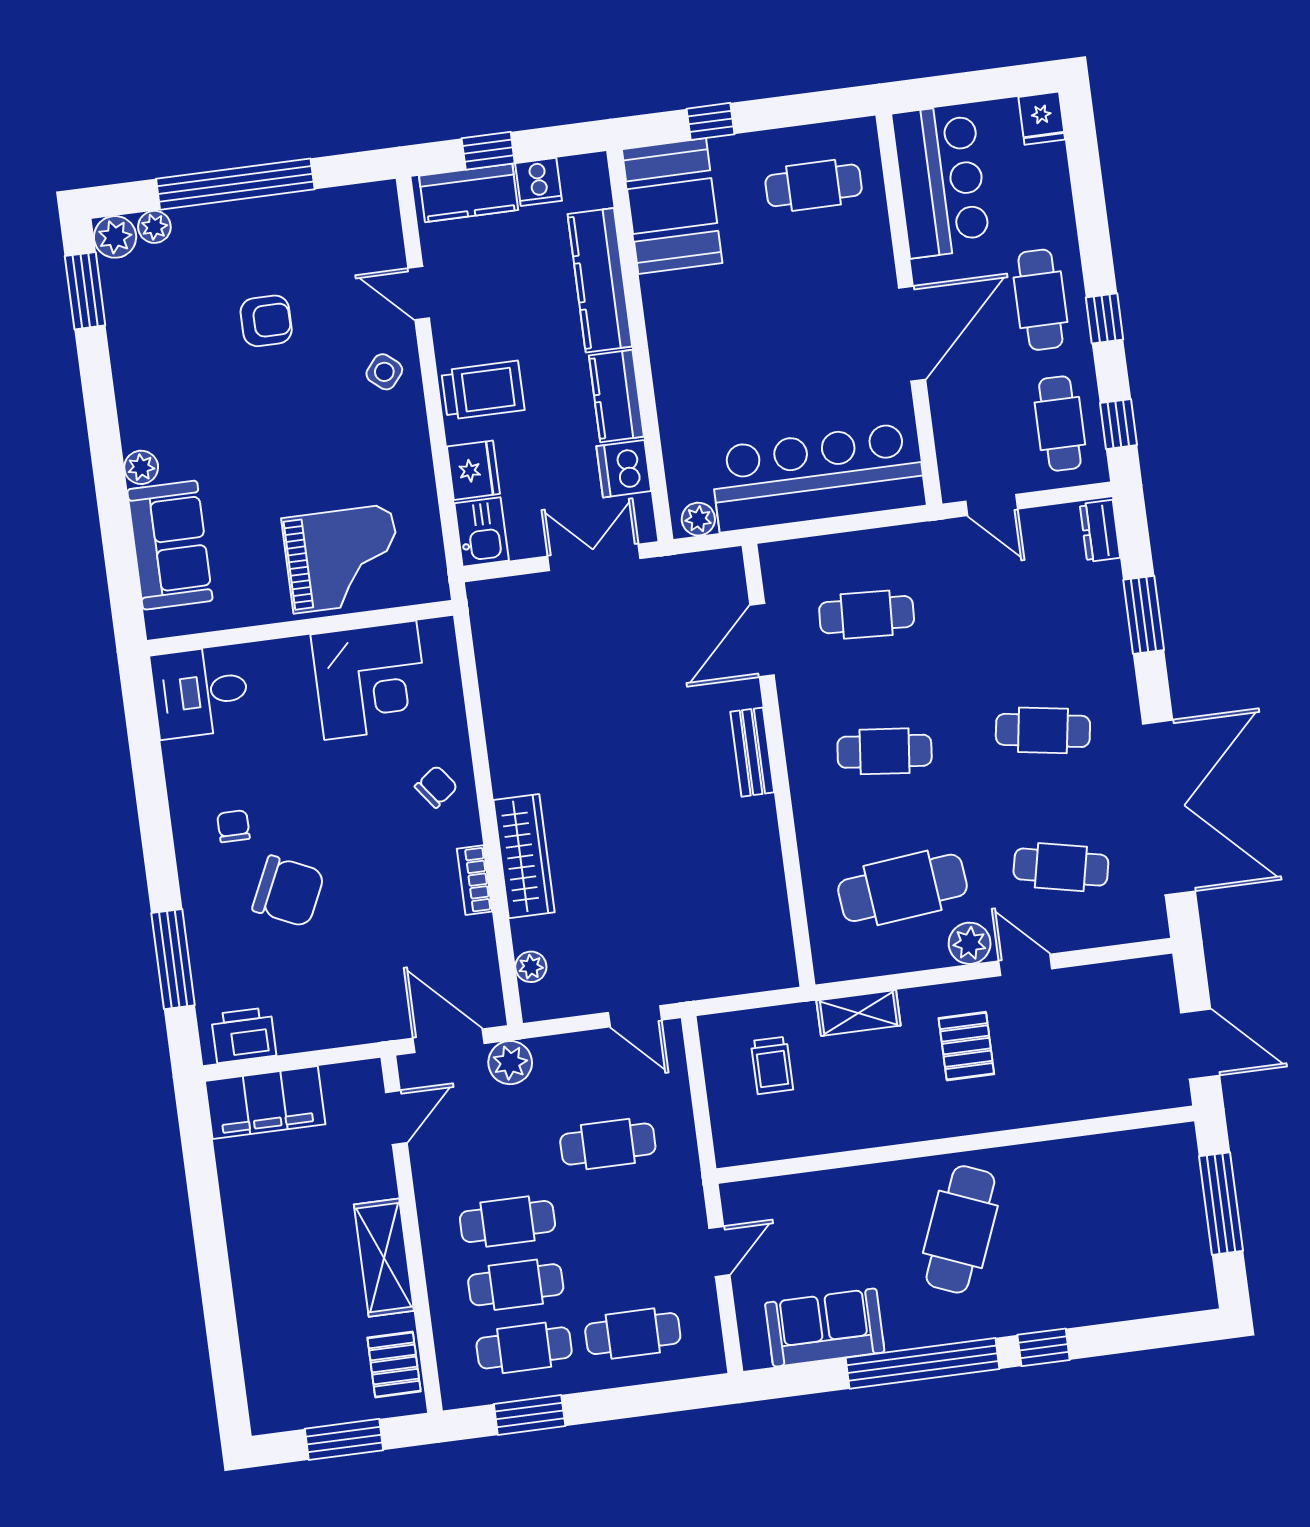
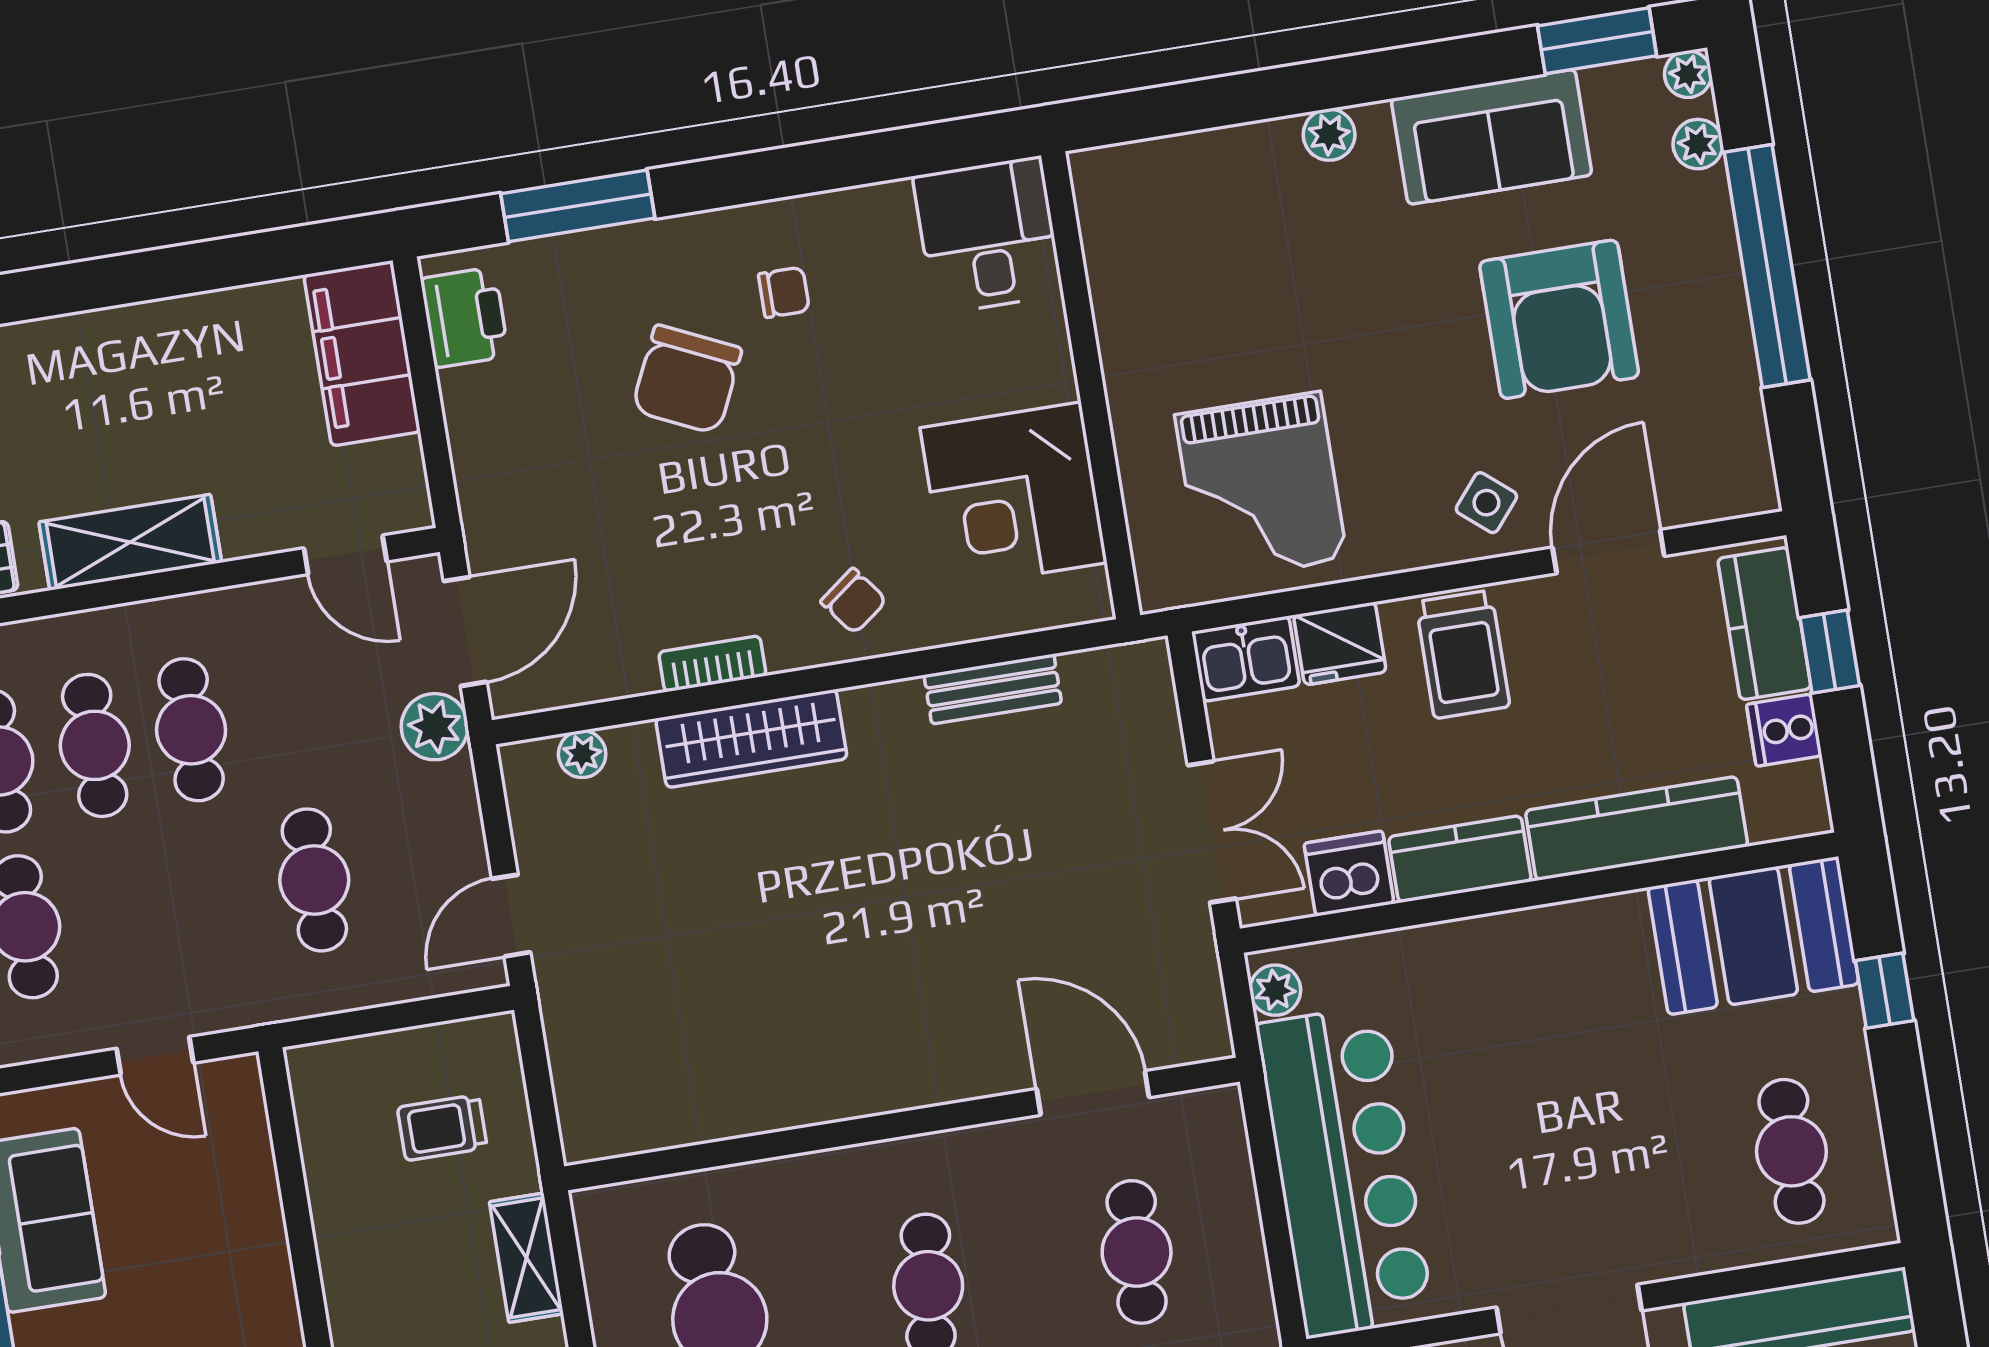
plant: (115, 237) -> (1688, 74), width x0.73, depth x0.73
door: (419, 293) -> (1608, 552), width x1.38
armchair: (266, 321) -> (1559, 319), width x1.88, depth x1.88
sofa: (170, 545) -> (1492, 137), moved
grand piano: (343, 559) -> (1261, 487), moved
bench: (752, 752) -> (993, 689), moved

